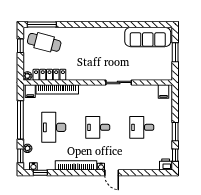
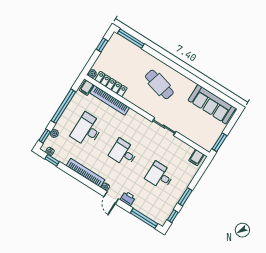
cafe table: (44, 42) -> (159, 84), moved
window: (175, 52) -> (219, 142), moved
printer: (166, 164) -> (128, 199), moved
window: (151, 173) -> (144, 218), added

